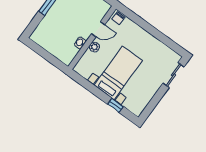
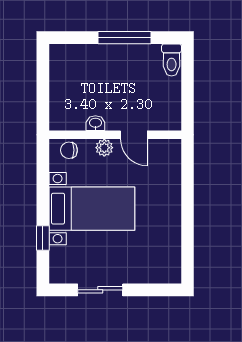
chair: (118, 18) -> (69, 150), moved
sliding door: (174, 75) -> (100, 290), moved

